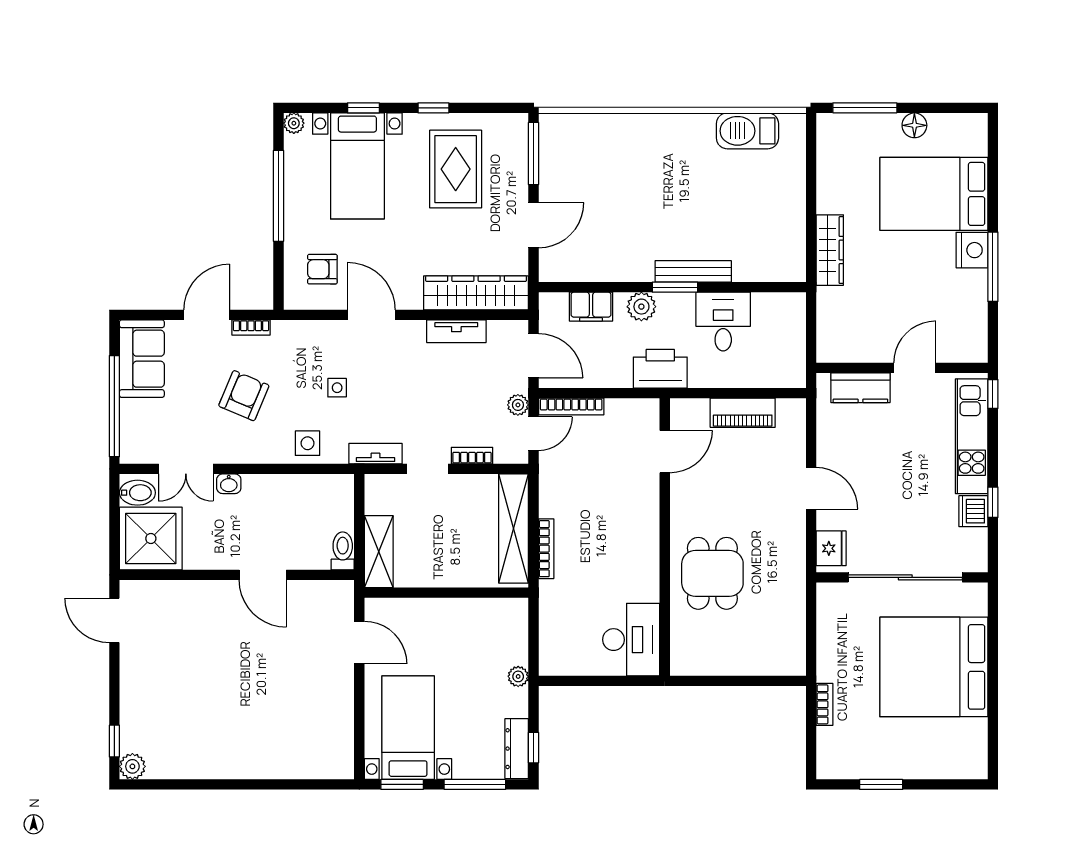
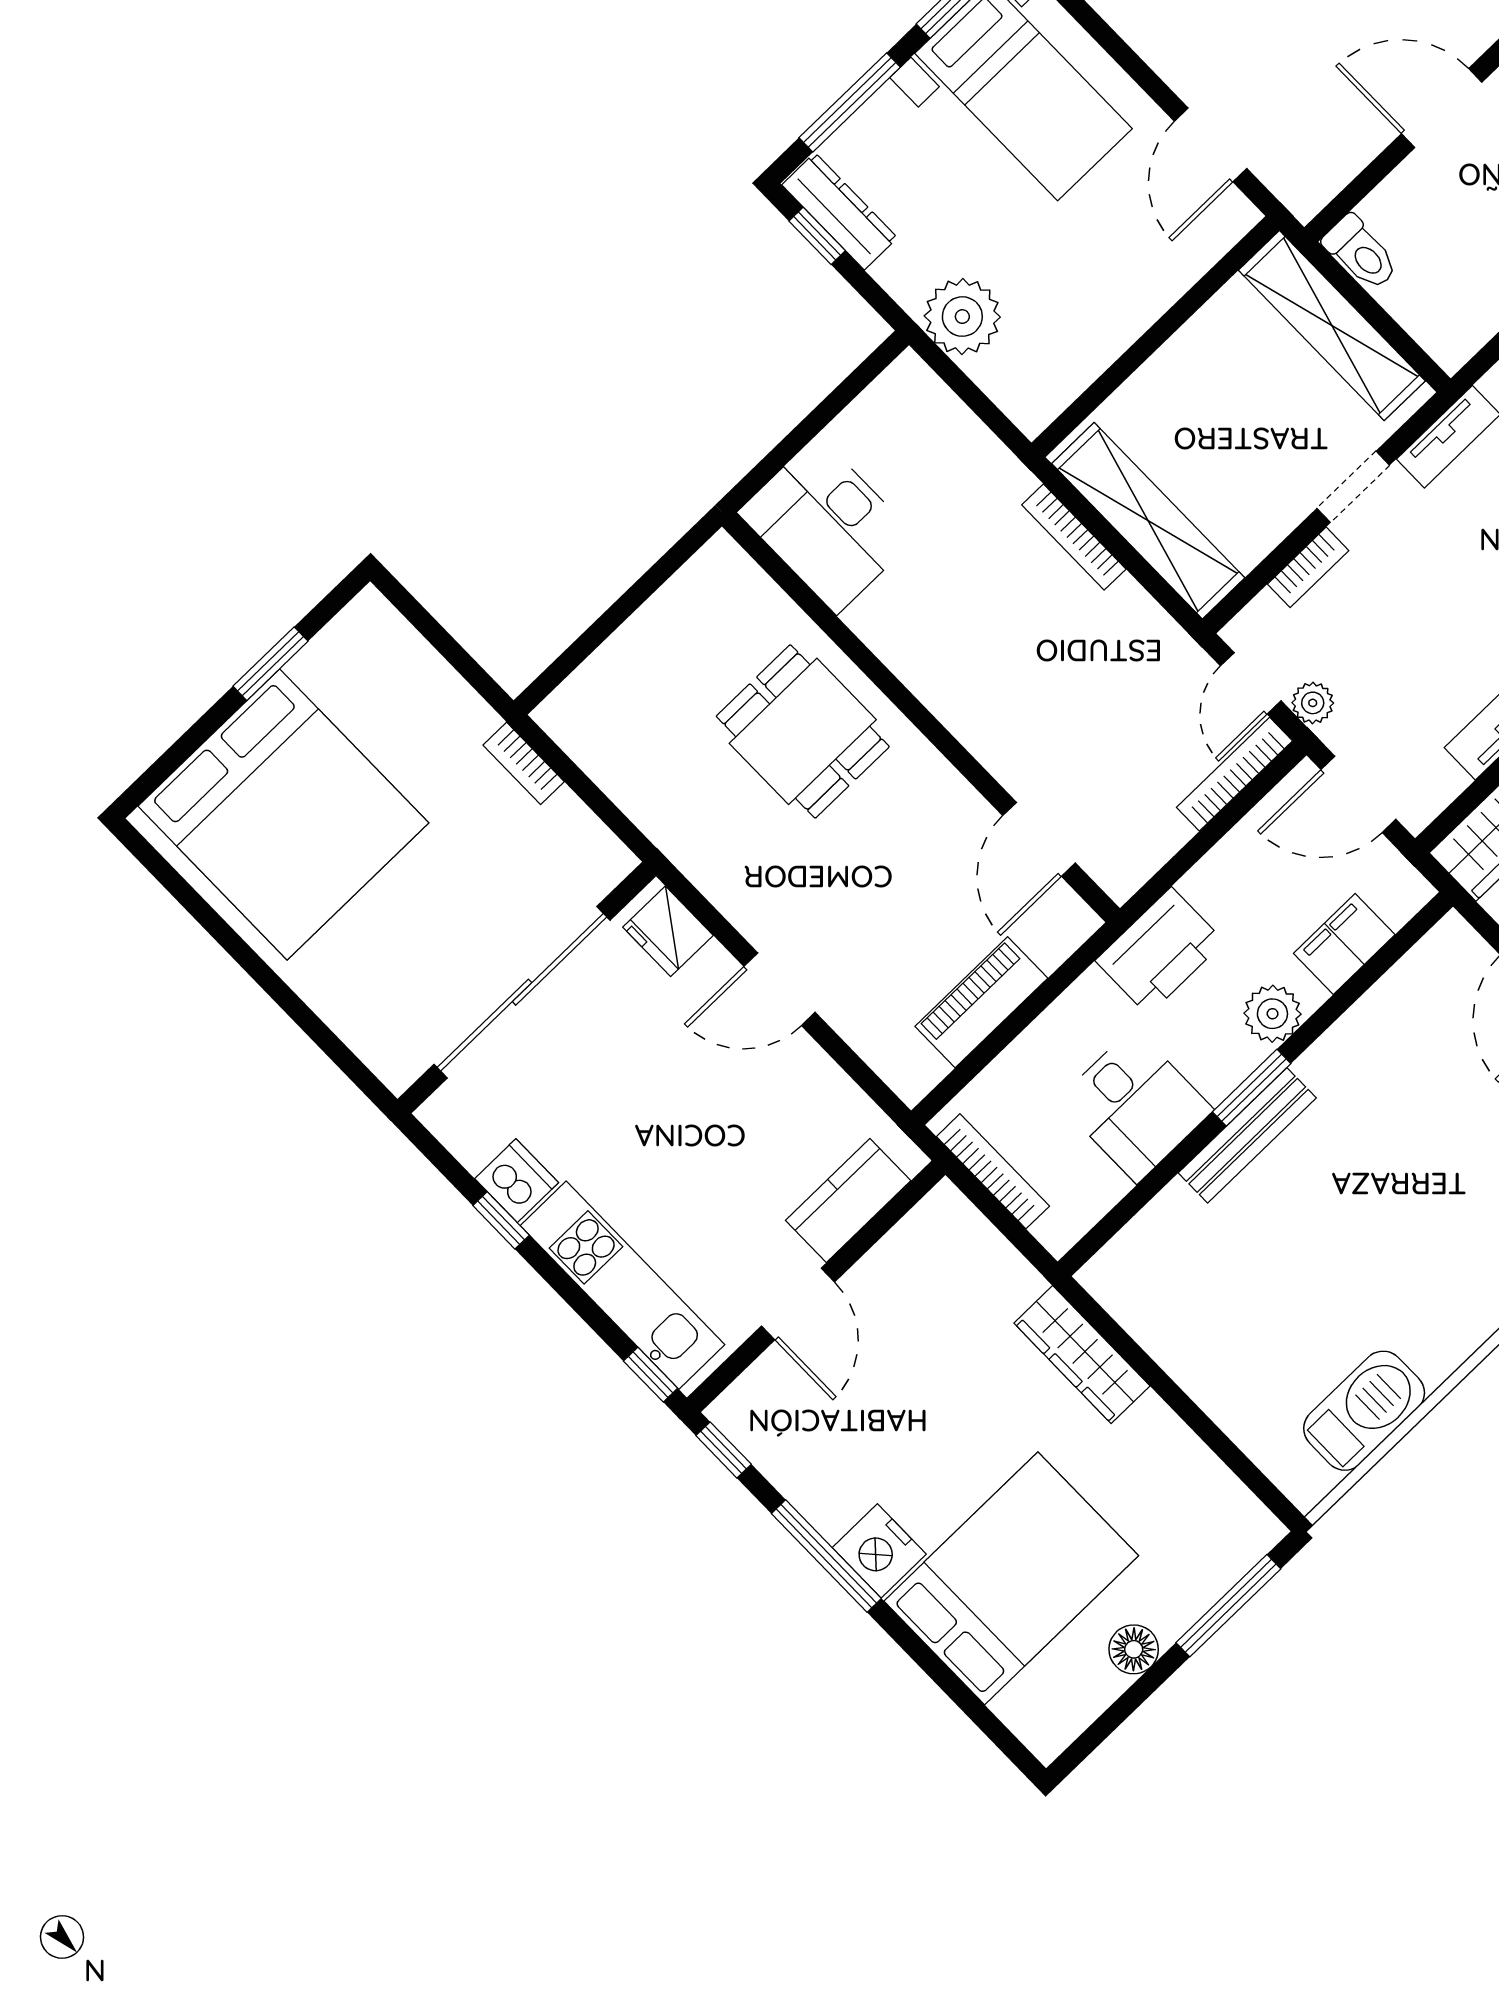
window: (993, 341) -> (724, 1450), added
bookcase: (798, 348) -> (993, 1171), added
shelving: (379, 552) -> (1332, 326), width x1.47
door: (359, 643) -> (1211, 145), hinge flipped
bed: (934, 667) -> (283, 814), moved, turned 90
plant: (518, 676) -> (962, 317), width x1.88, depth x1.88
bookcase: (825, 704) -> (524, 763), moved

